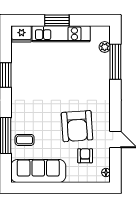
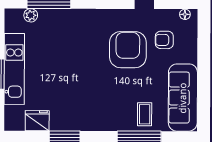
fridge: (21, 34) -> (37, 121), moved, turned -90
armchair: (77, 126) -> (128, 50), turned -86

